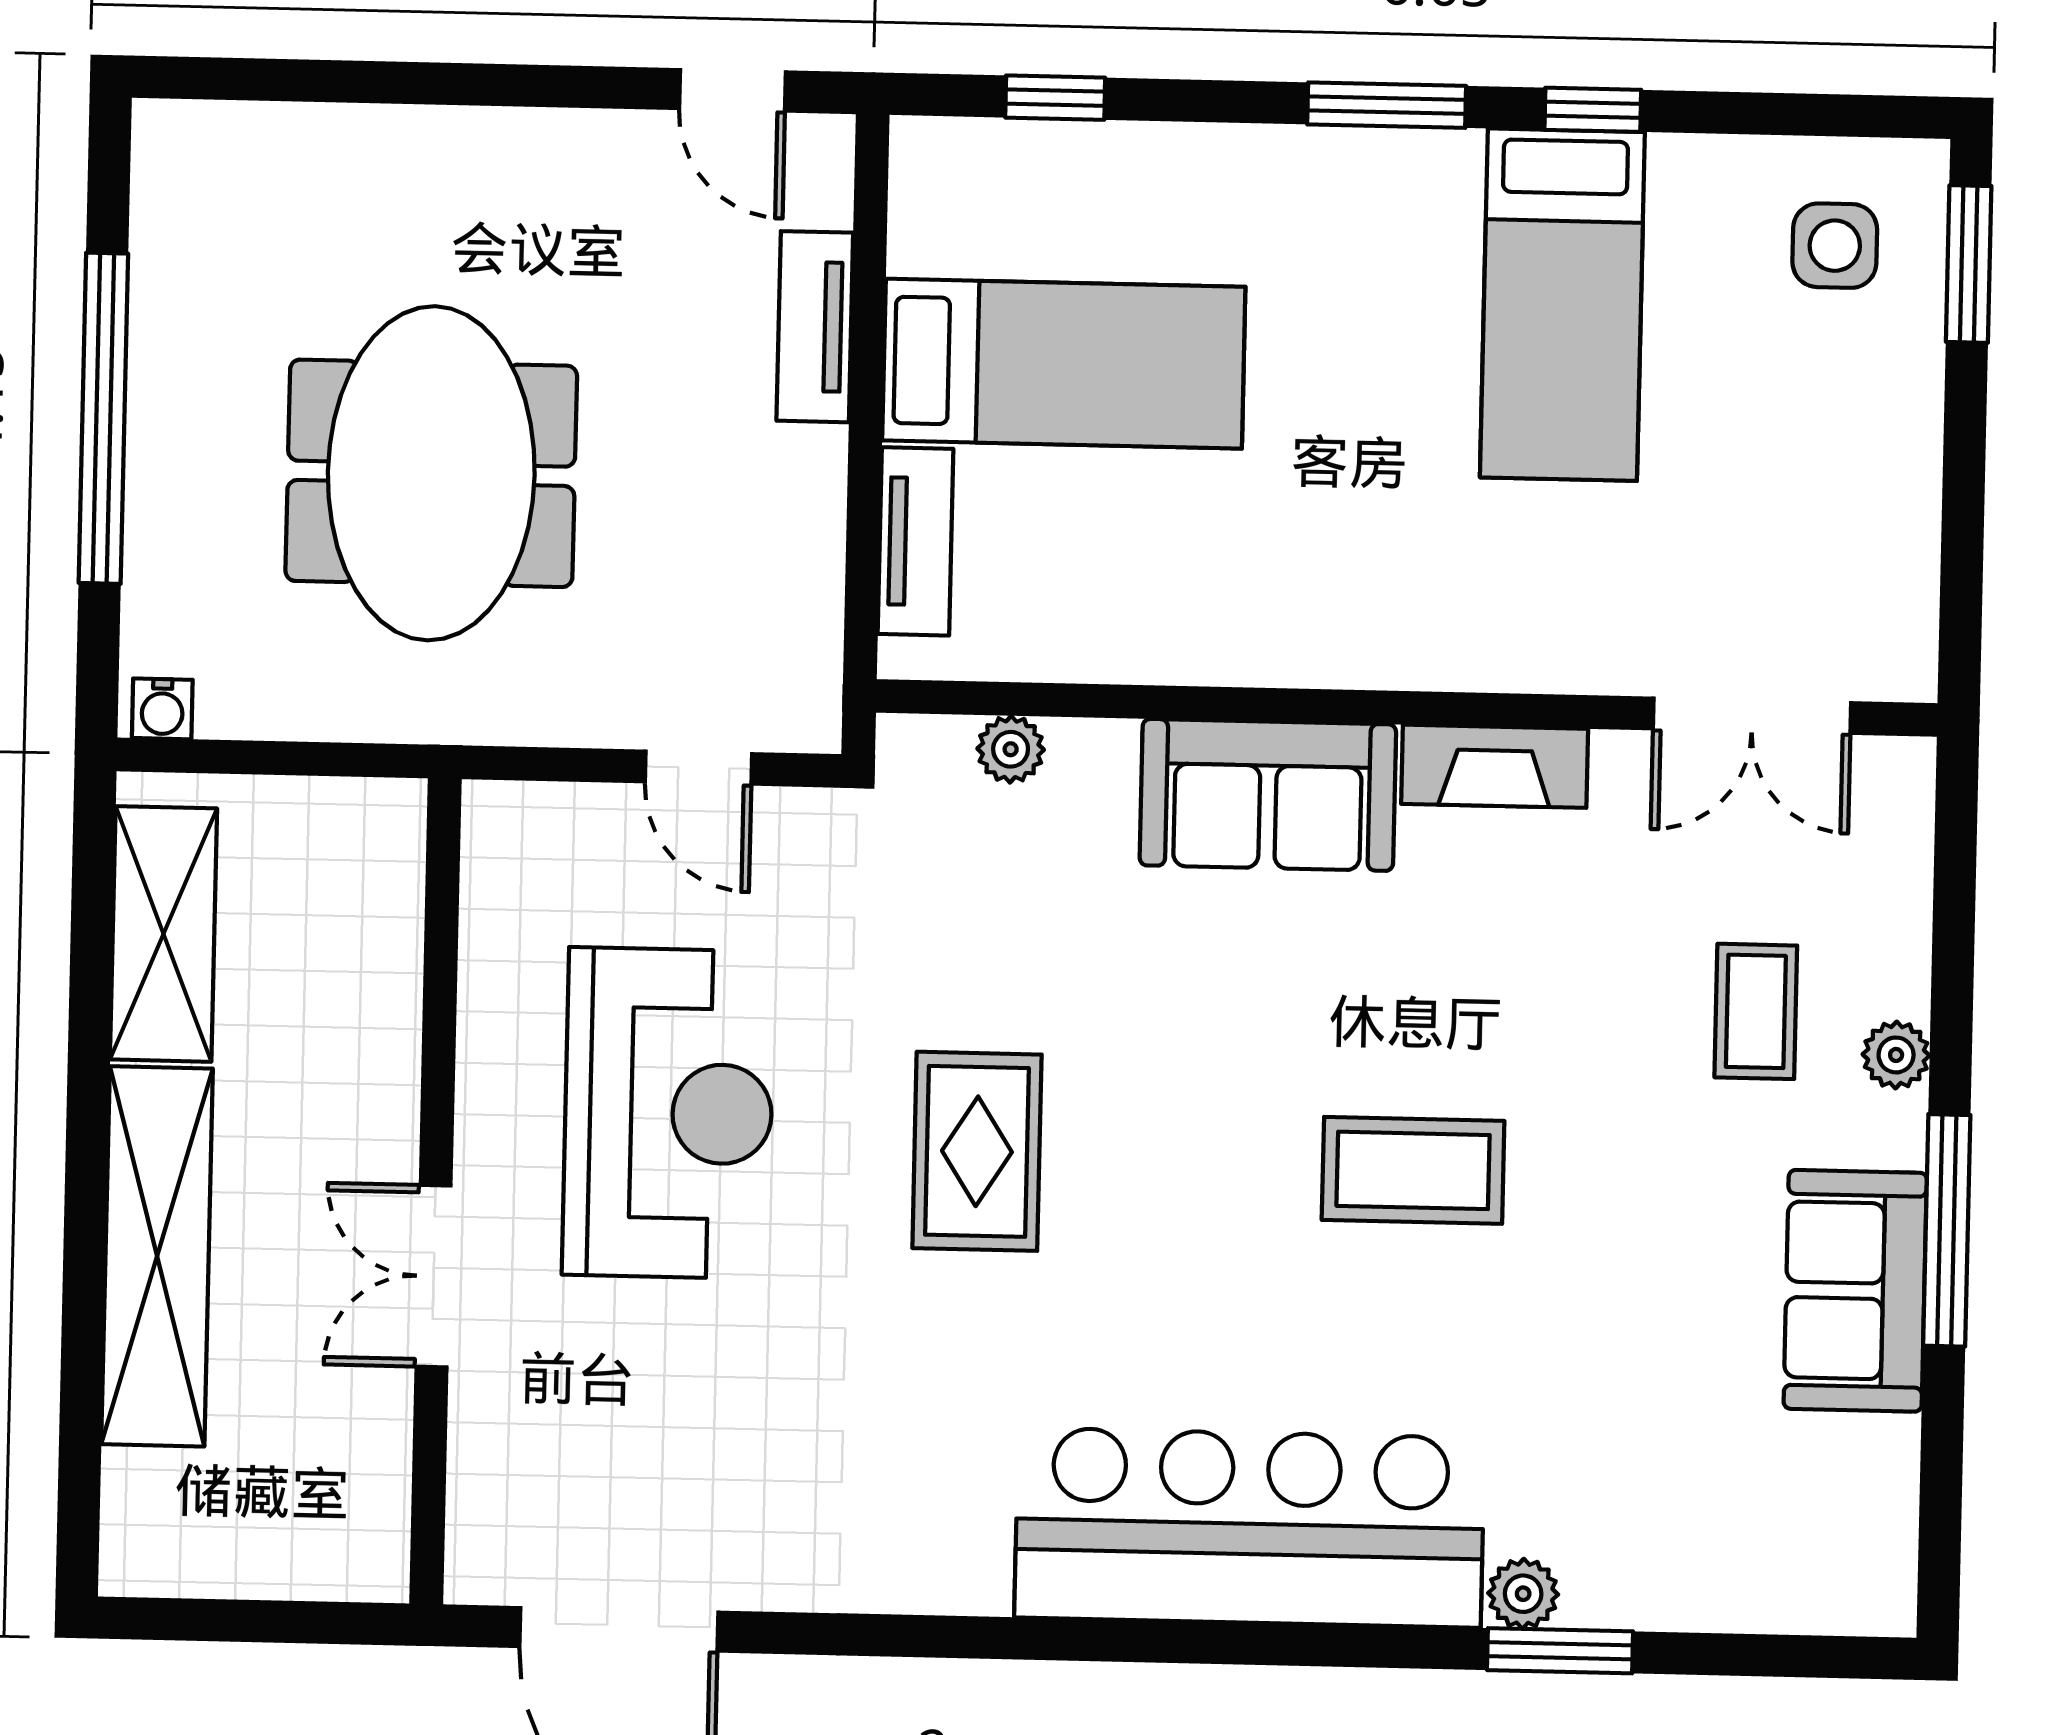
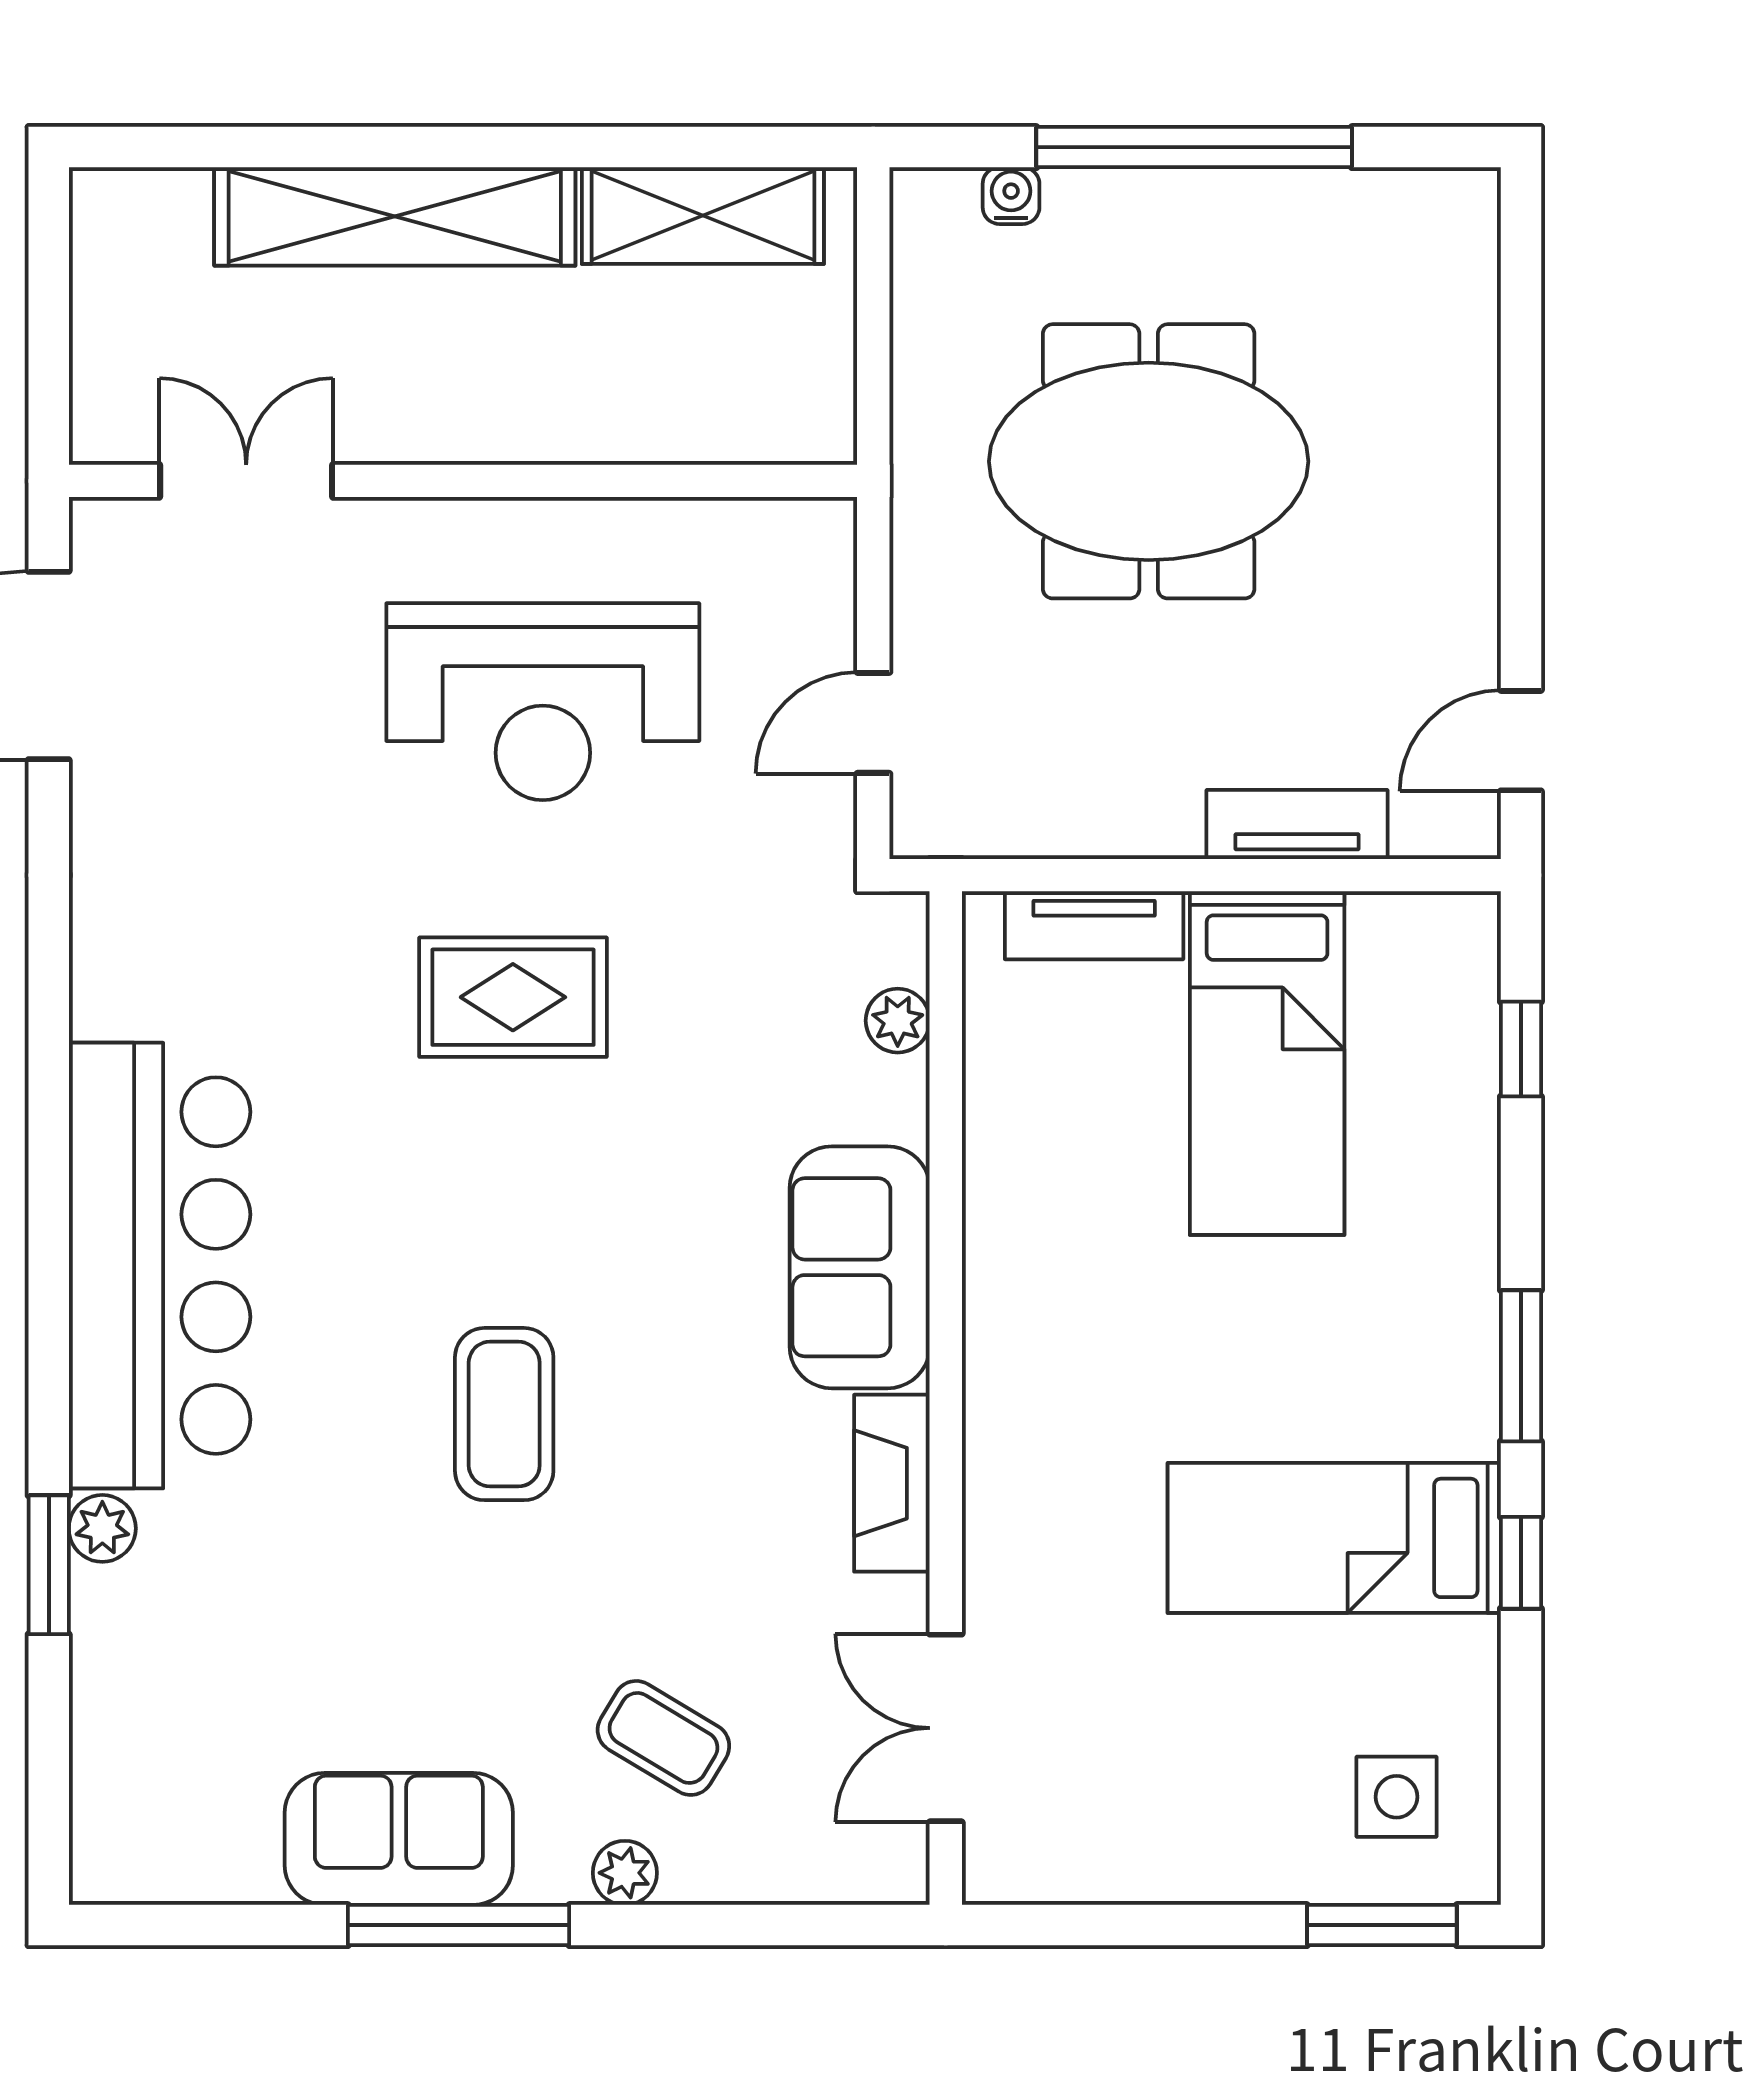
water cooler: (162, 709) -> (1011, 196), moved, turned 90
coffee table: (1756, 1011) -> (663, 1738), turned 31
double door: (434, 1276) -> (246, 481), moved

